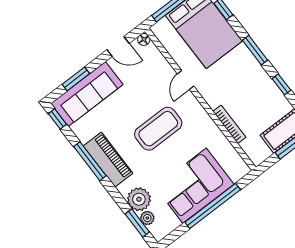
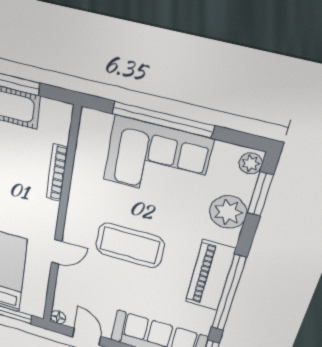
window: (90, 161) -> (229, 293), width x1.46
plant: (147, 218) -> (251, 163), moved

